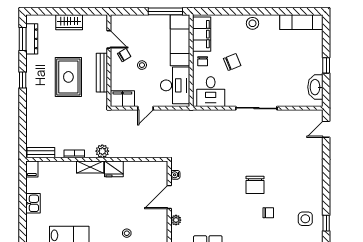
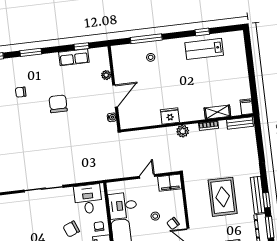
bench: (102, 73) -> (258, 195), moved
window: (23, 80) -> (266, 200), moved
desk: (175, 85) -> (123, 206), width x0.73
shelving: (90, 167) -> (217, 112), moved
chair: (255, 185) -> (58, 104), moved
kitchen sink: (33, 203) -> (242, 75), removed

